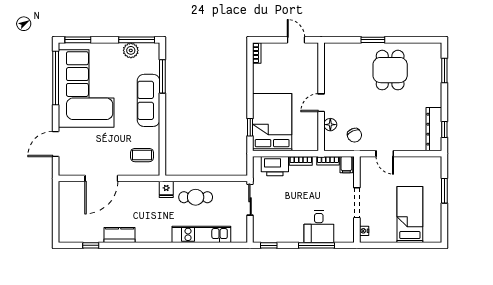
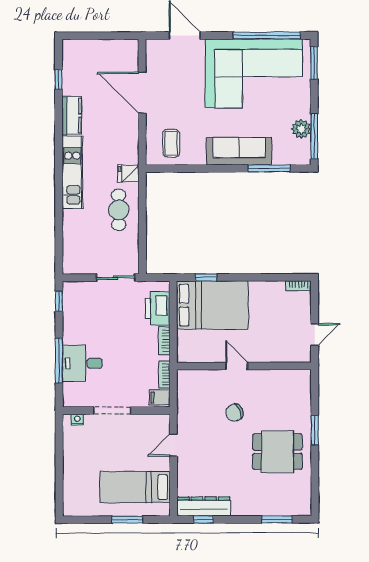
floor lamp: (330, 125) -> (209, 377), removed
chair: (354, 135) -> (234, 413), moved
bed: (410, 215) -> (135, 487), moved, turned 180
kitchen unit: (201, 234) -> (72, 172), moved

